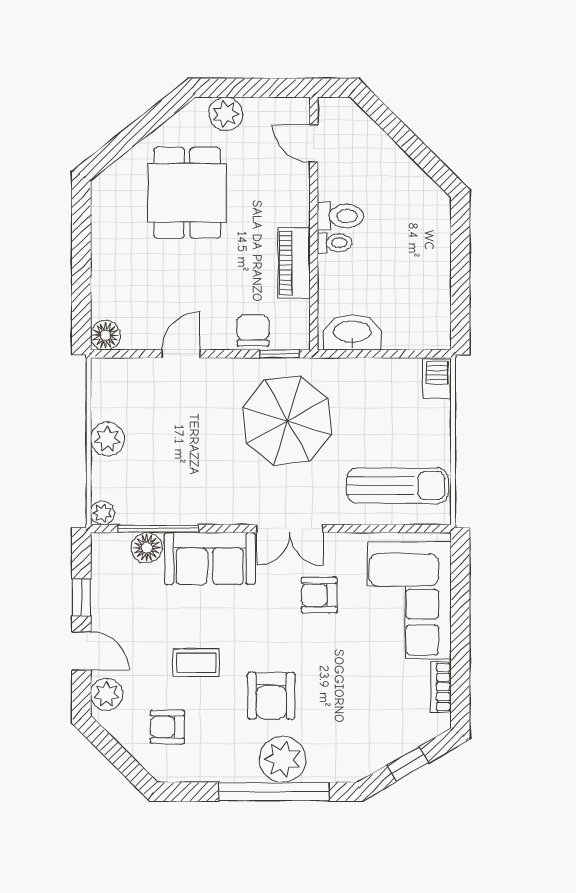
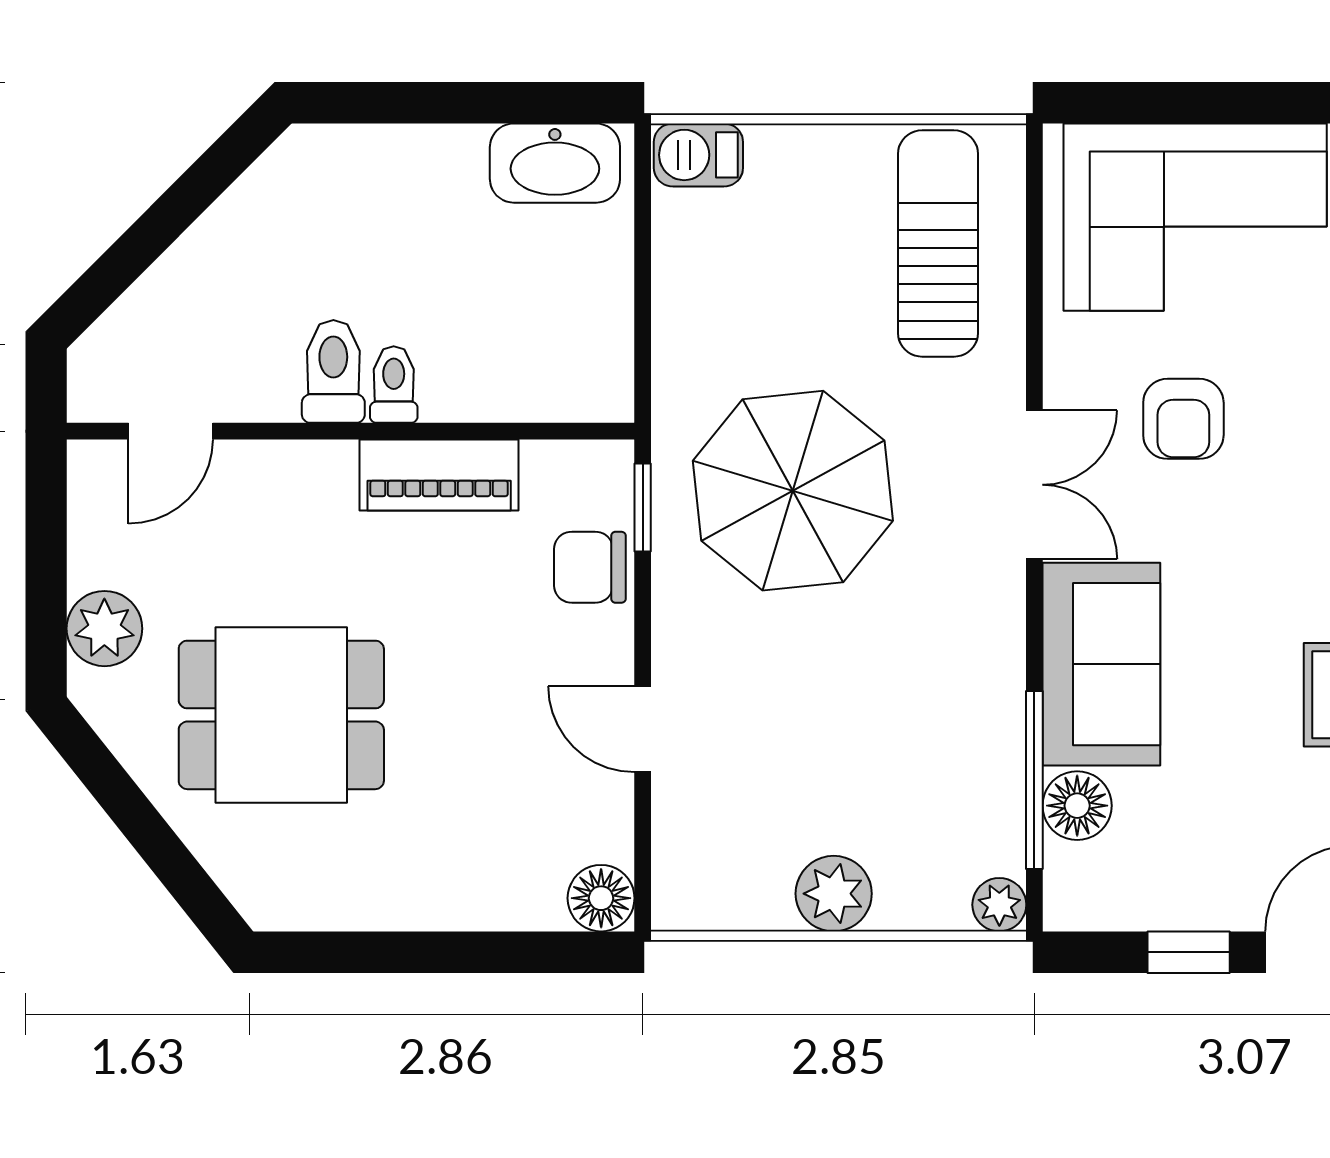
washbasin: (352, 332) -> (555, 163), moved, turned -90

